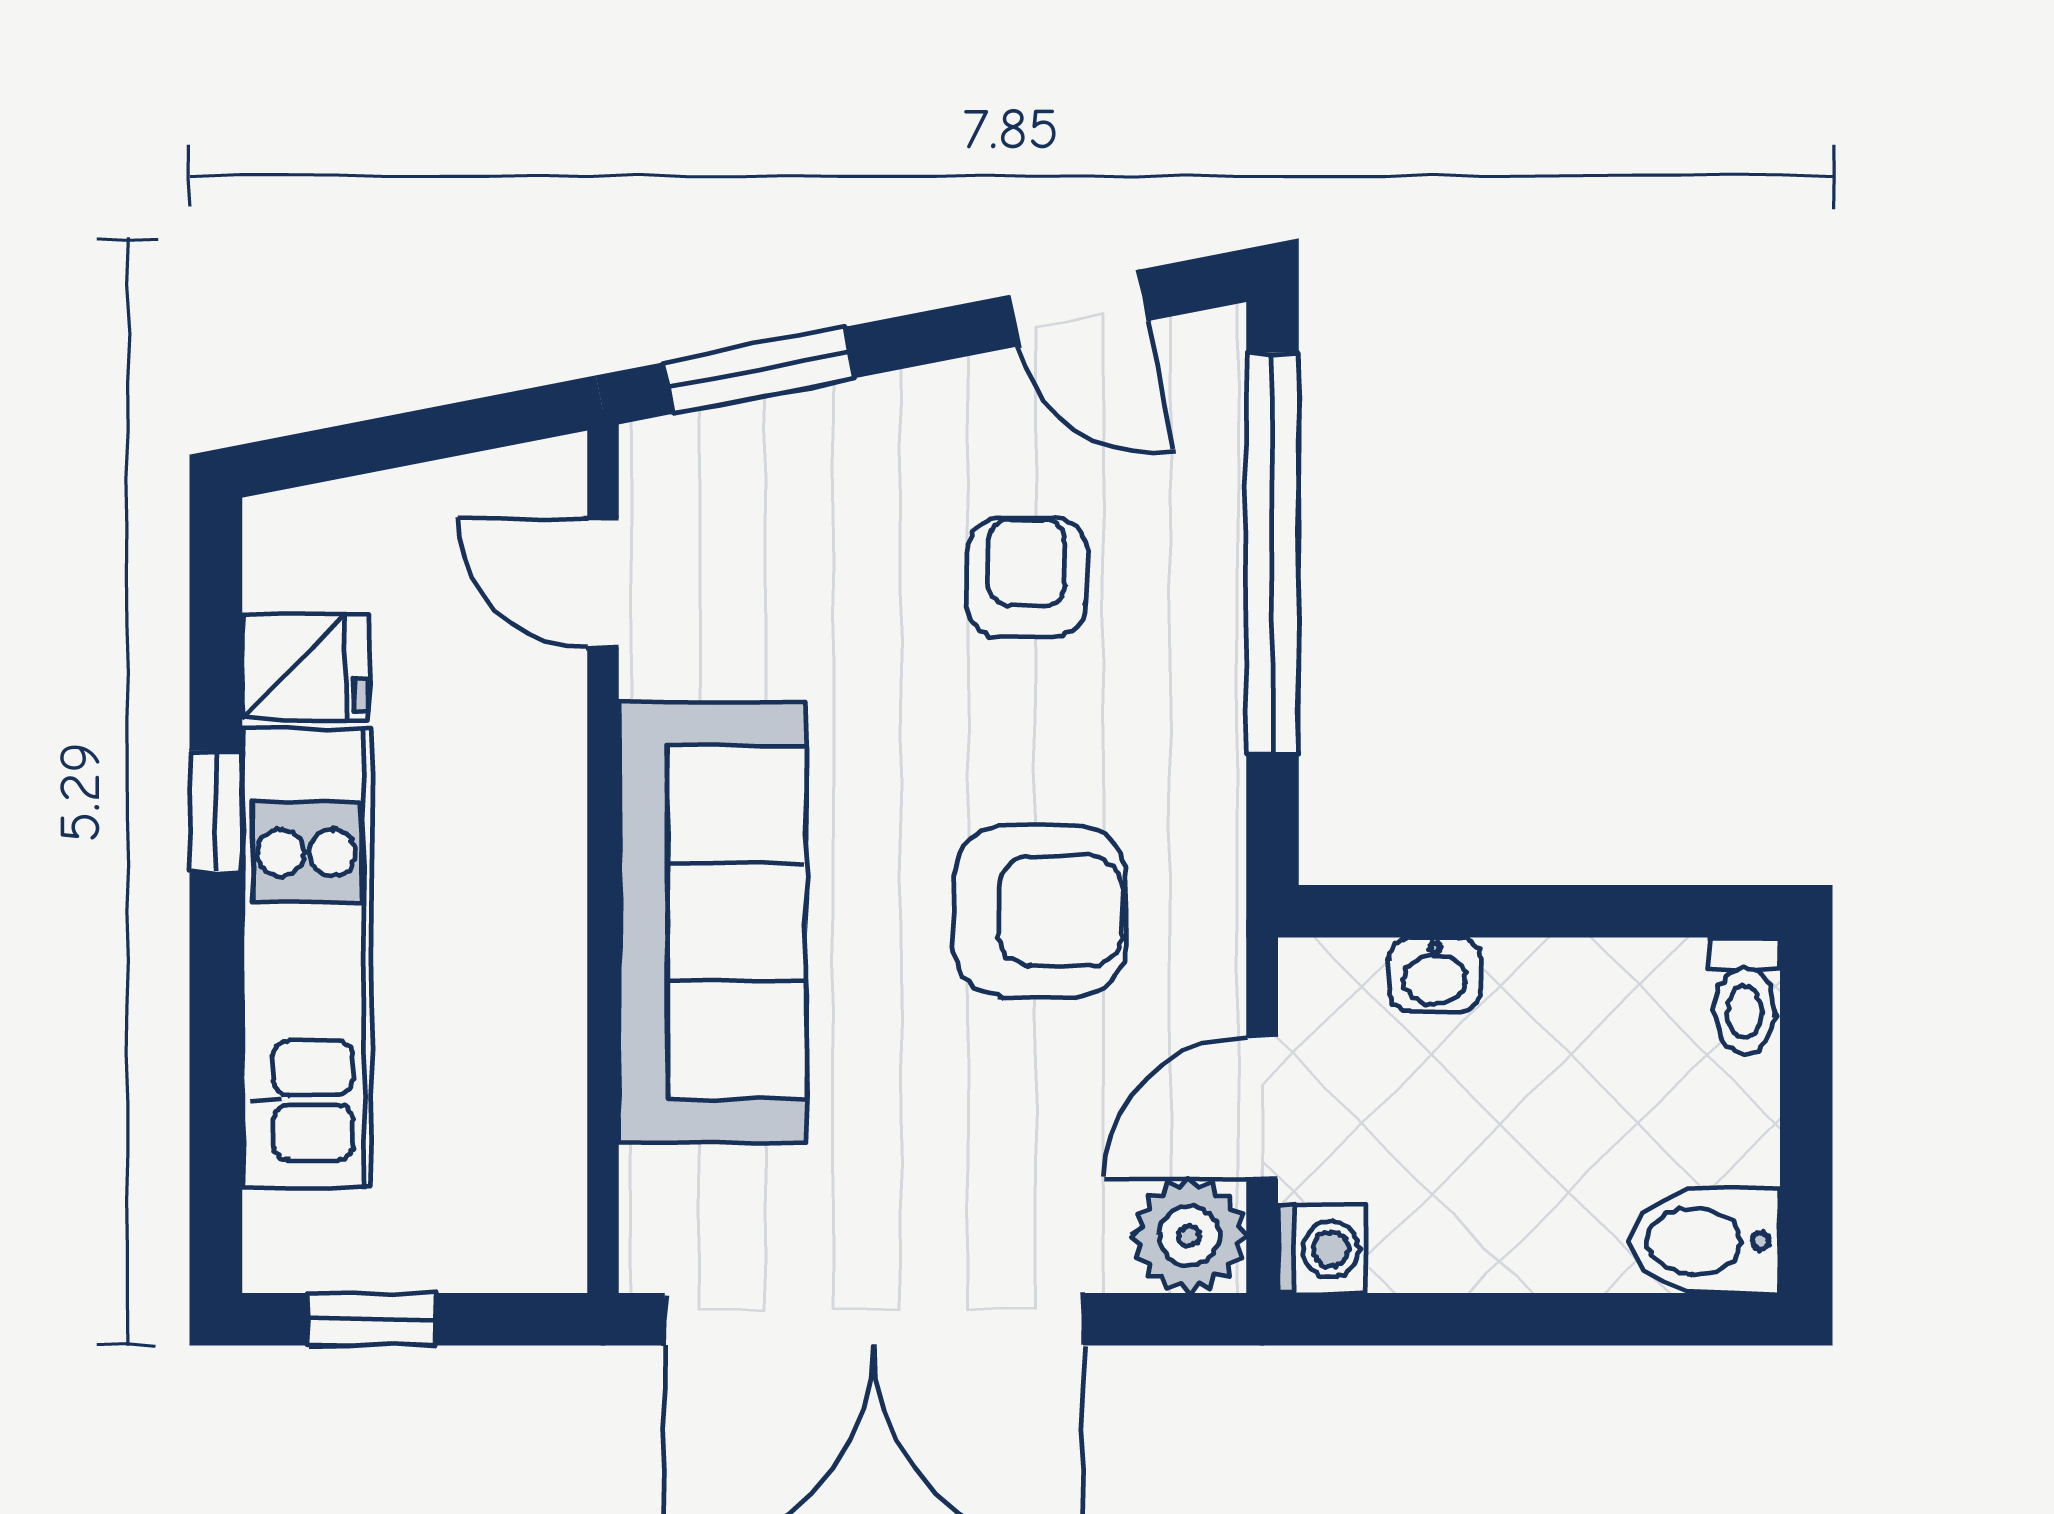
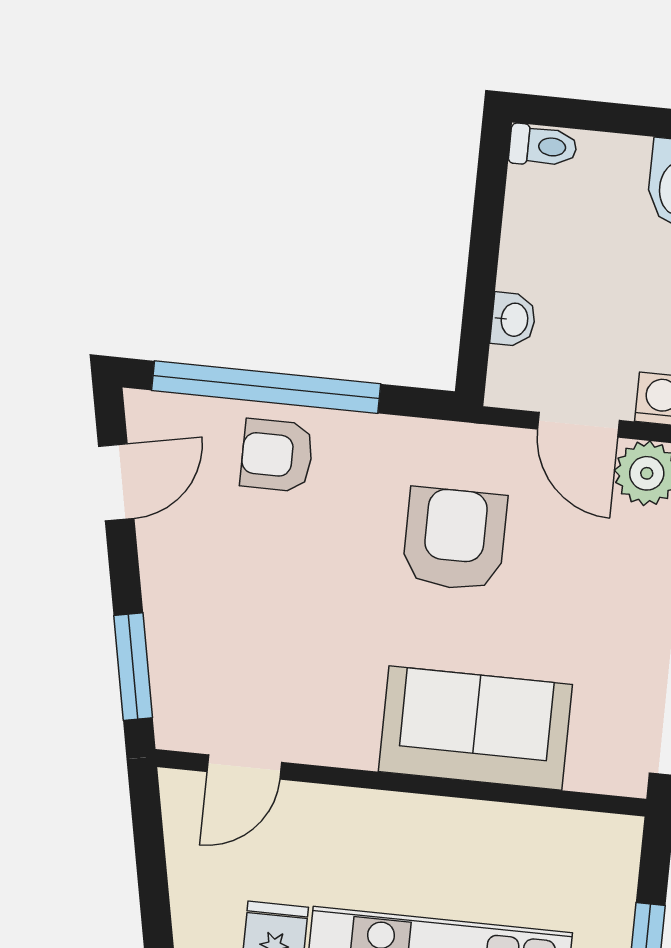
armchair: (1026, 577) -> (277, 455), moved
sofa: (712, 922) -> (475, 728), width x0.73

